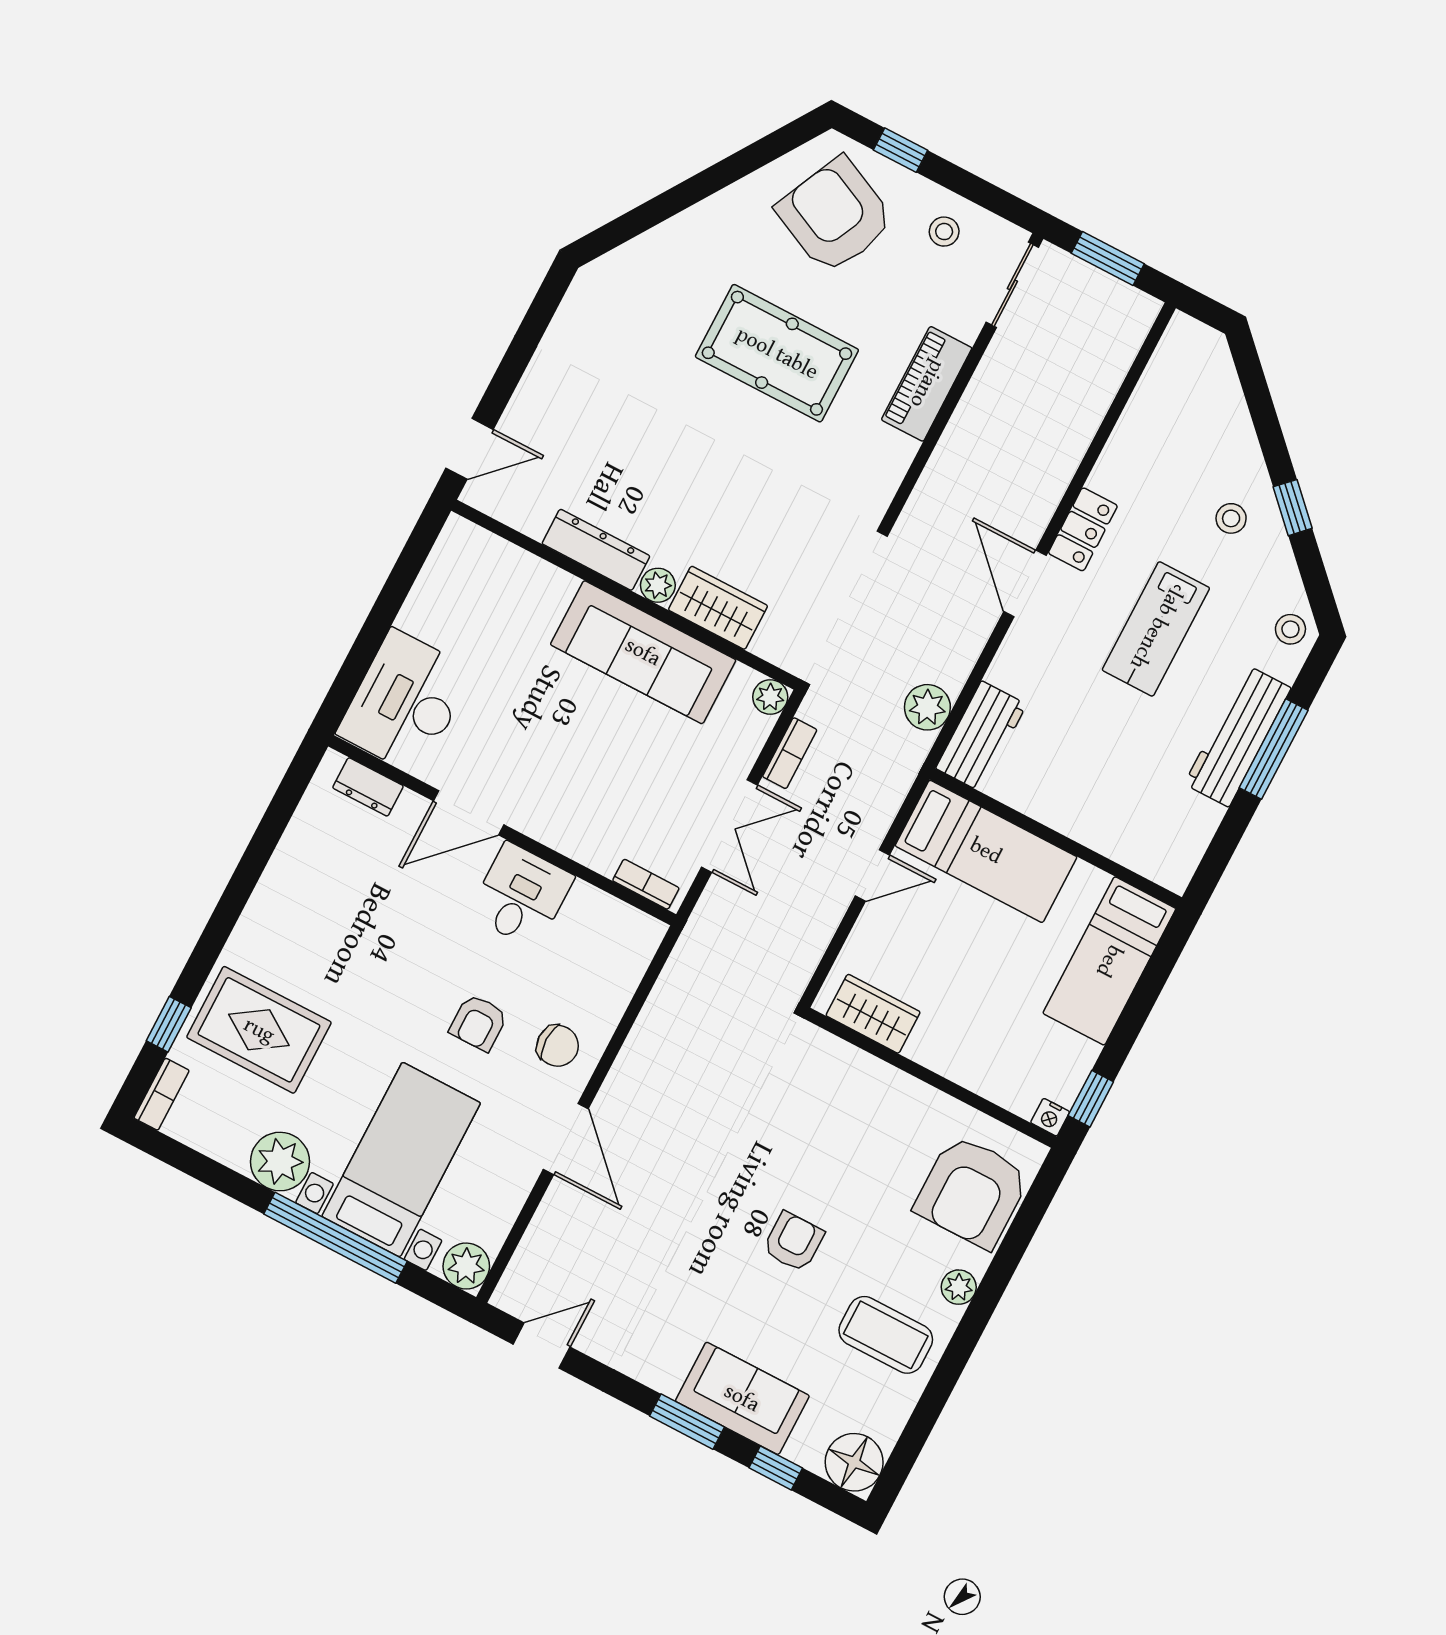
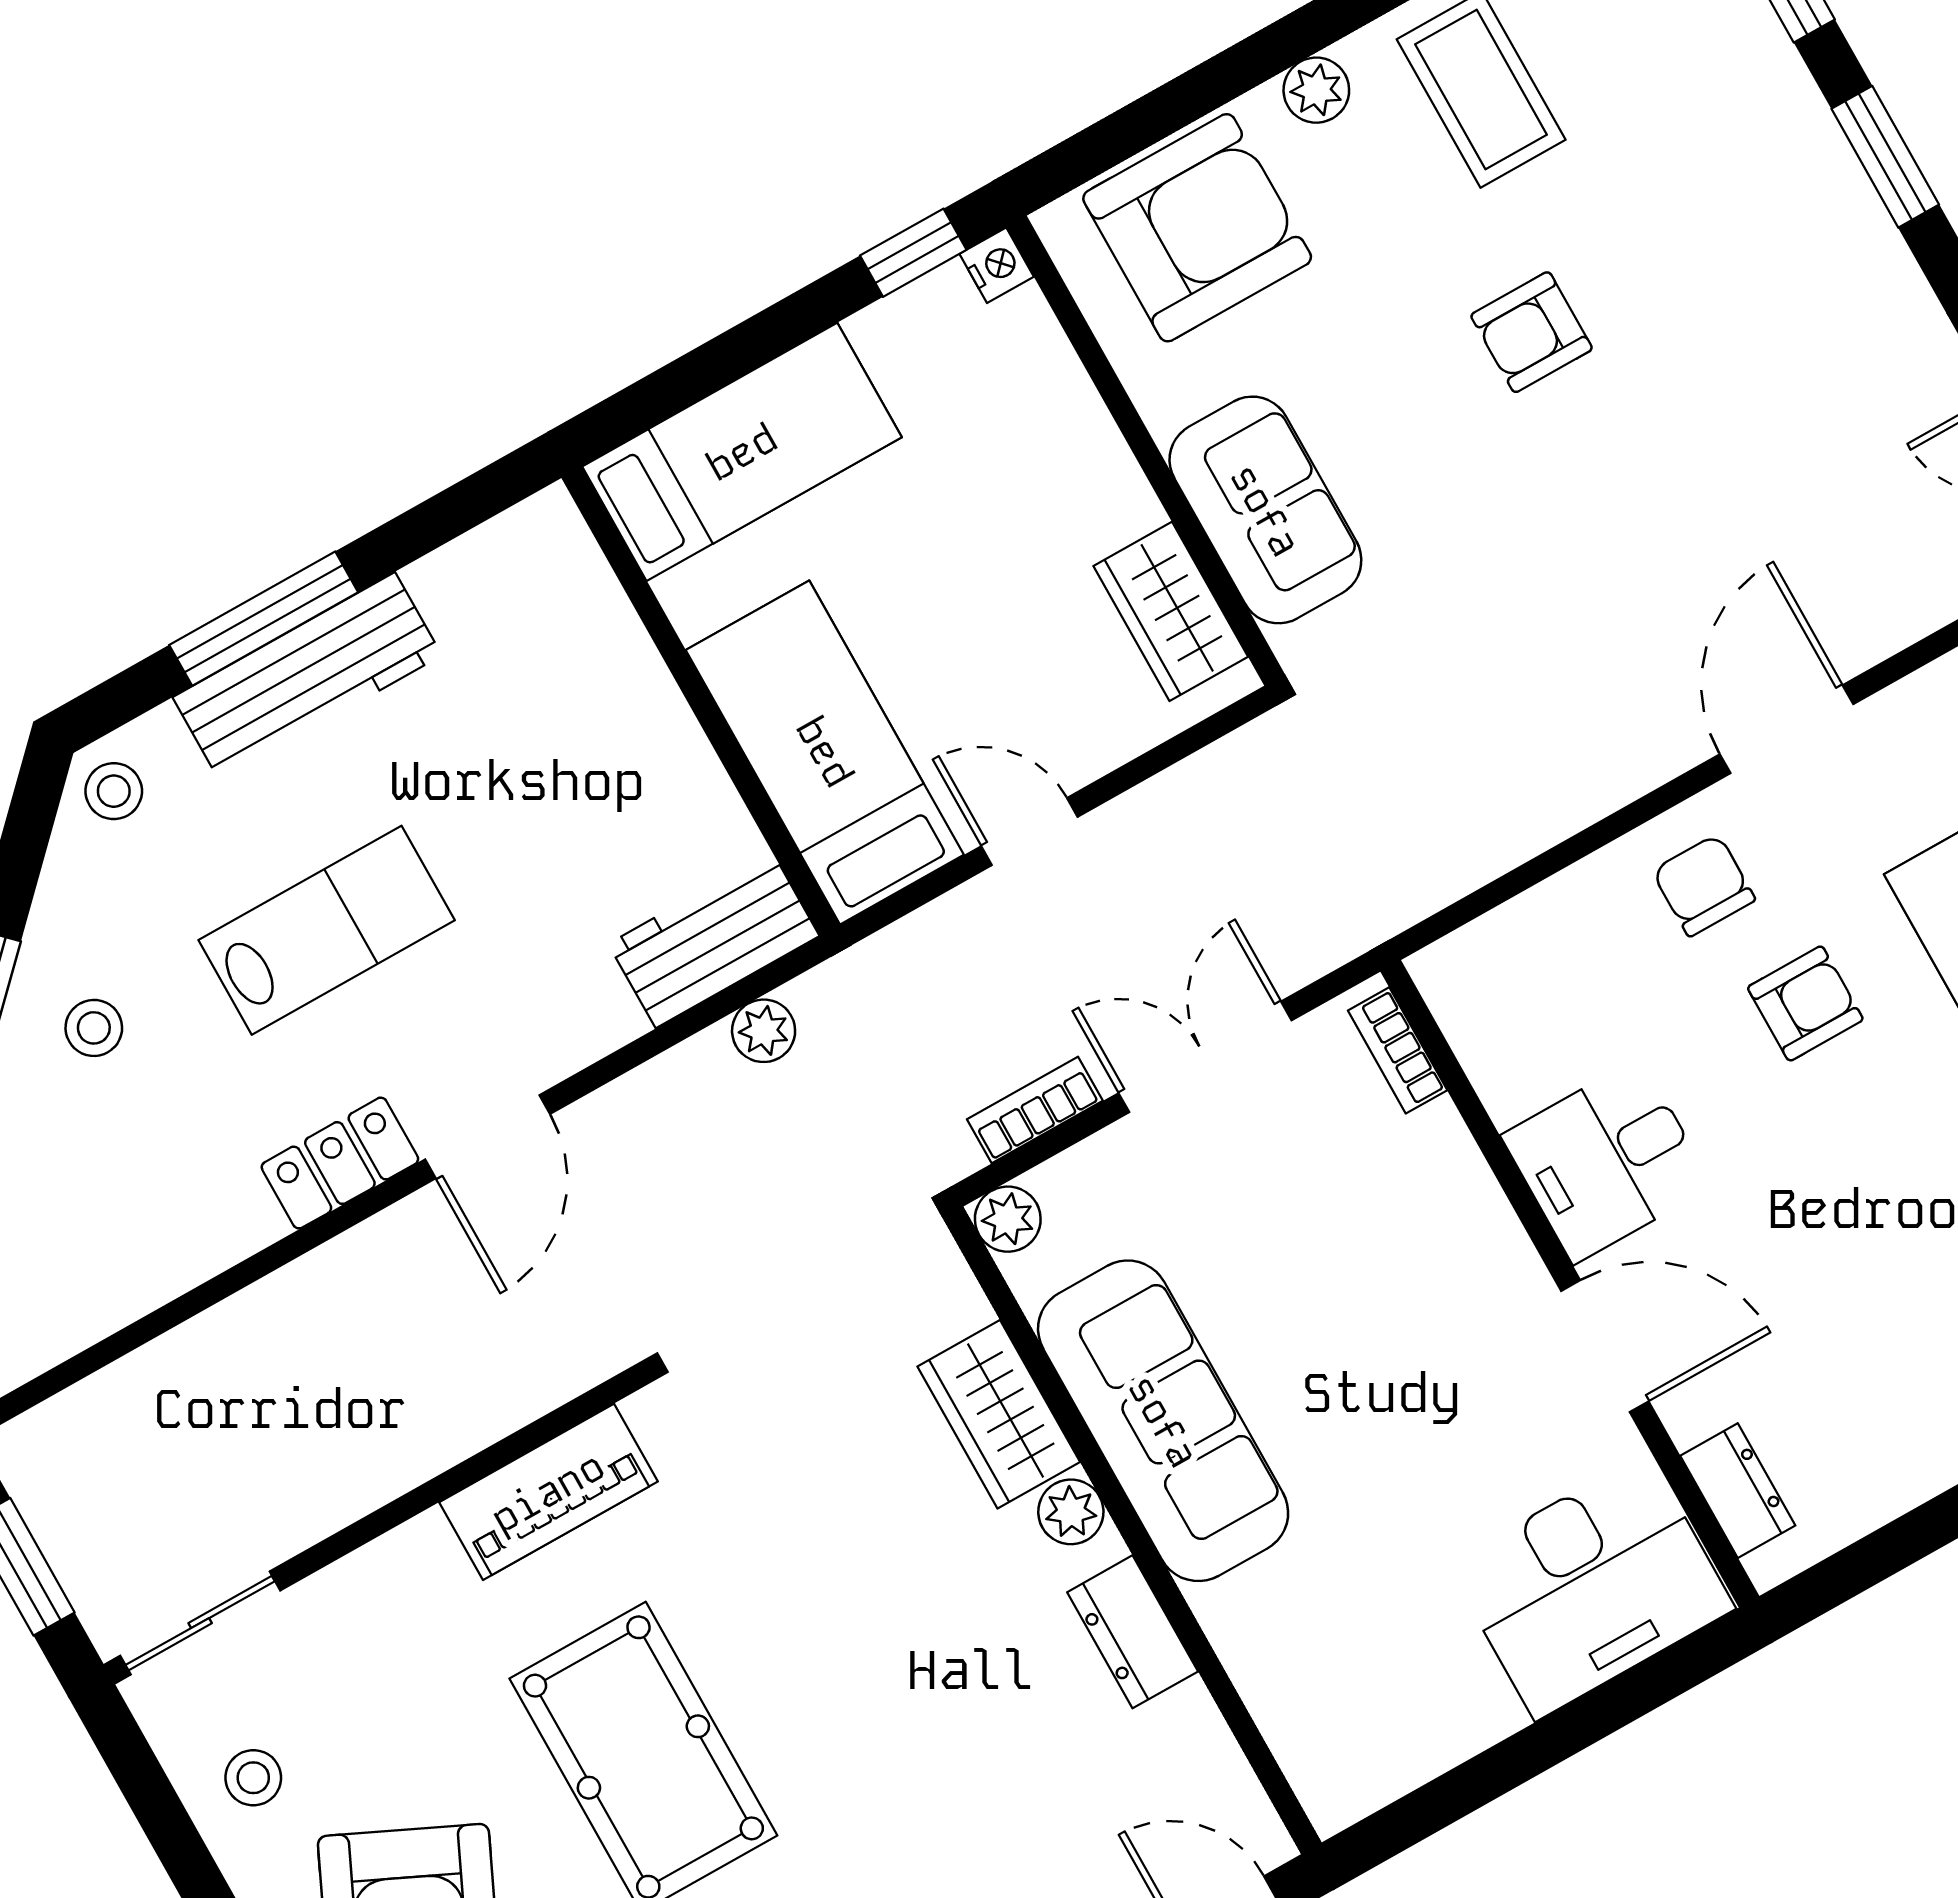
piano: (927, 384) -> (548, 1492), moved
dresser: (596, 550) -> (1133, 1632), width x0.70
plant: (927, 707) -> (764, 1031), width x0.73, depth x0.73
sofa: (742, 1398) -> (1265, 510), moved, turned 180

